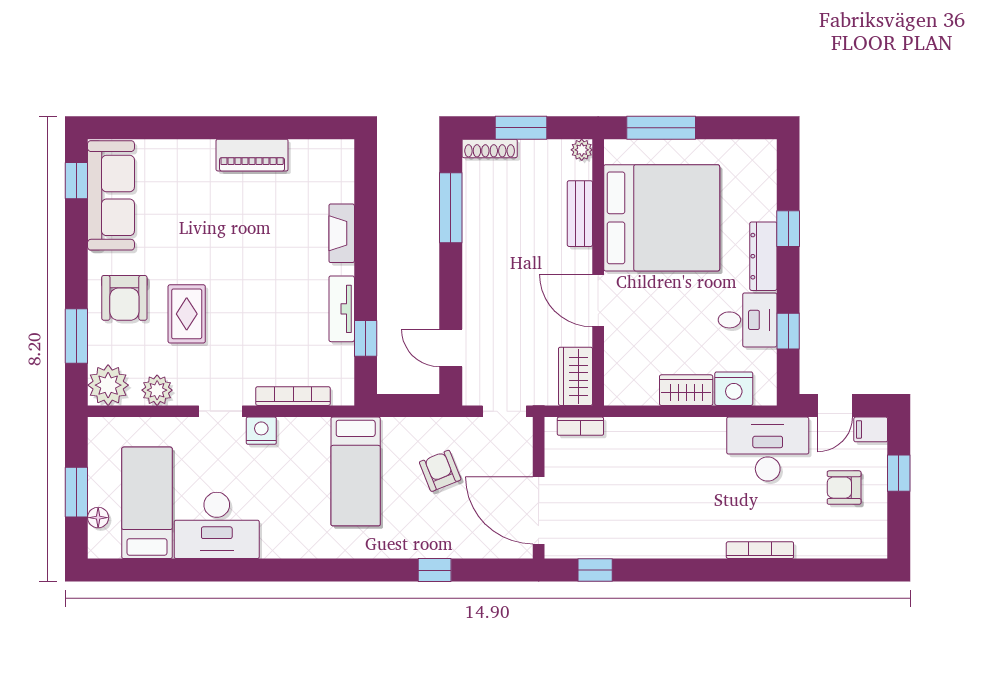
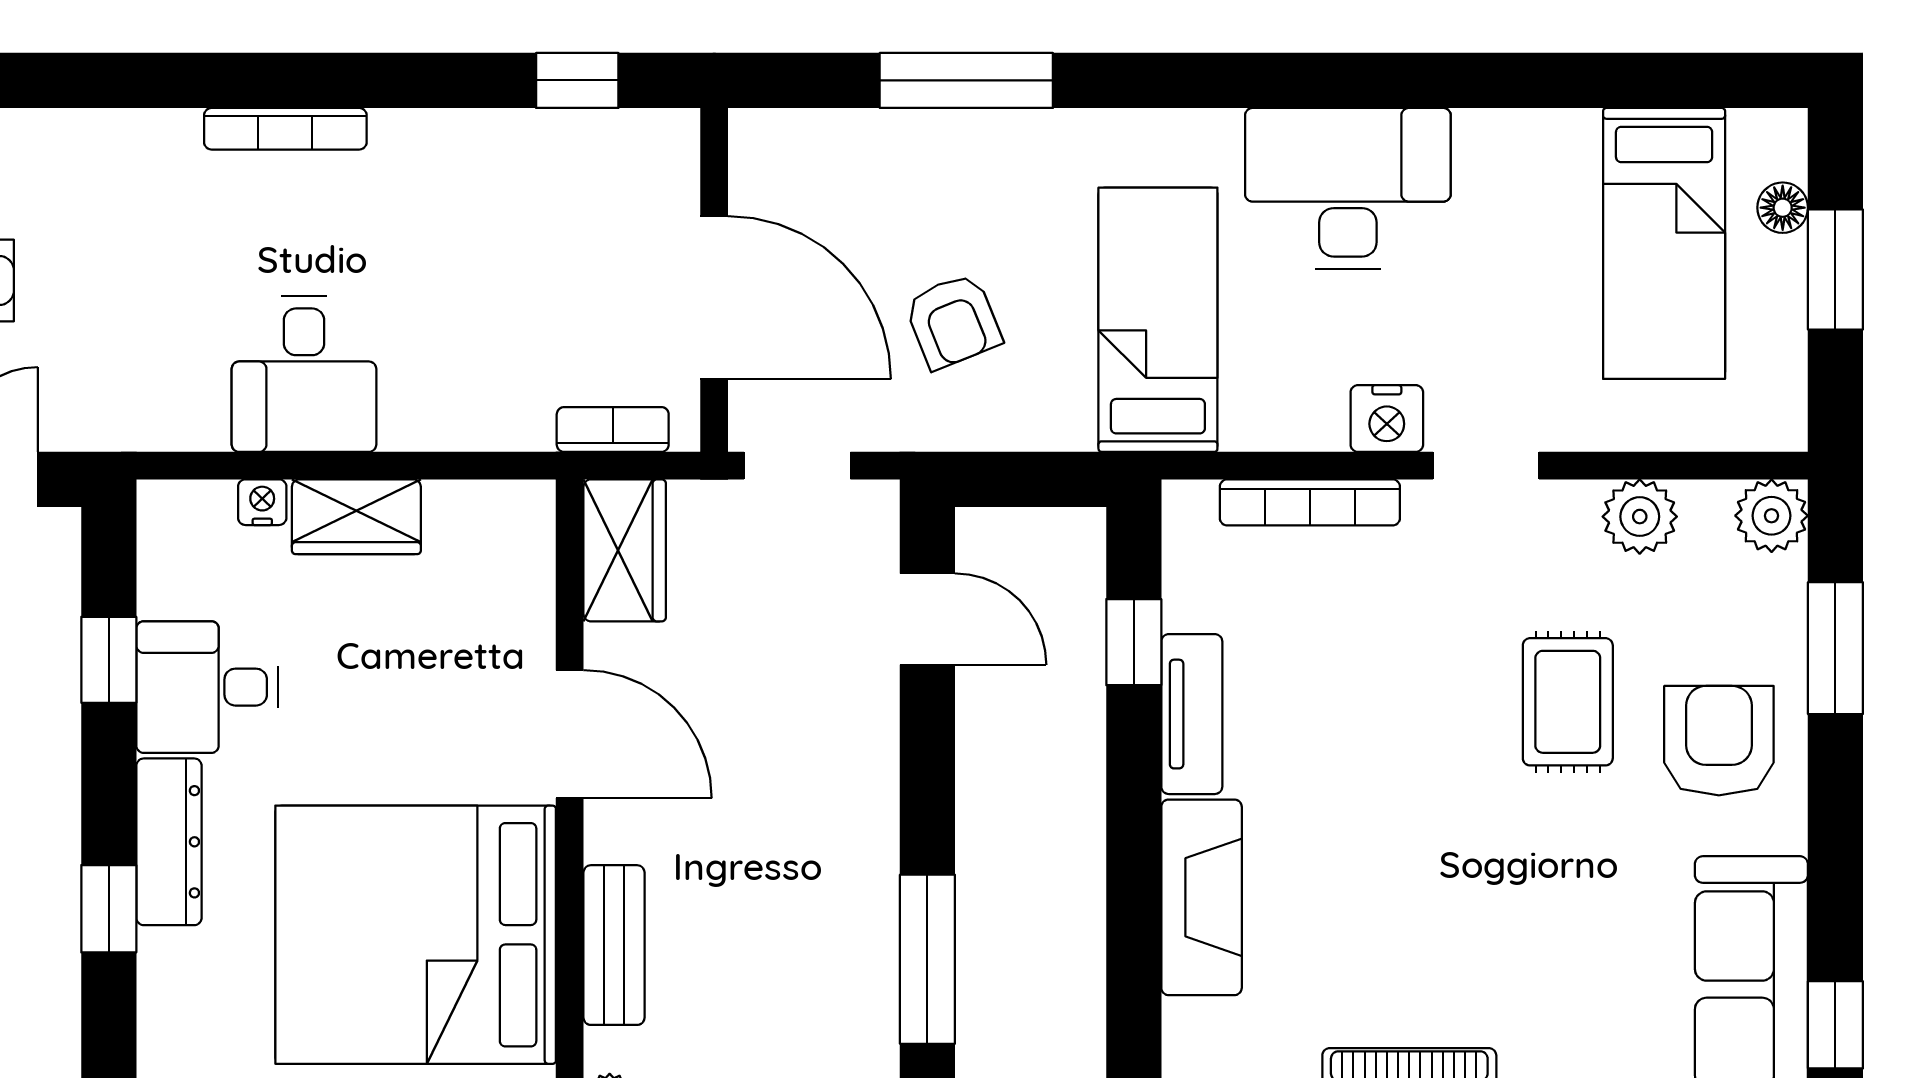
fireplace: (342, 233) -> (1202, 897), width x1.37, depth x1.32
plant: (108, 385) -> (1772, 516), width x0.73, depth x0.73
nightstand: (734, 389) -> (262, 502), width x0.53, depth x0.56
desk: (768, 449) -> (304, 374), moved, width x0.73
door: (539, 510) -> (714, 298), moved
desk: (217, 525) -> (1348, 189), moved
bookcase: (760, 550) -> (285, 129), moved
window: (435, 570) -> (966, 80), width x2.17

